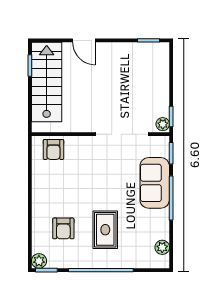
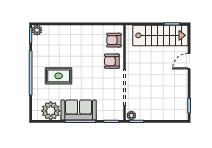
sofa: (155, 183) -> (79, 110), moved
armchair: (63, 228) -> (112, 61), moved
plant: (162, 247) -> (51, 111), width x1.88, depth x1.88

